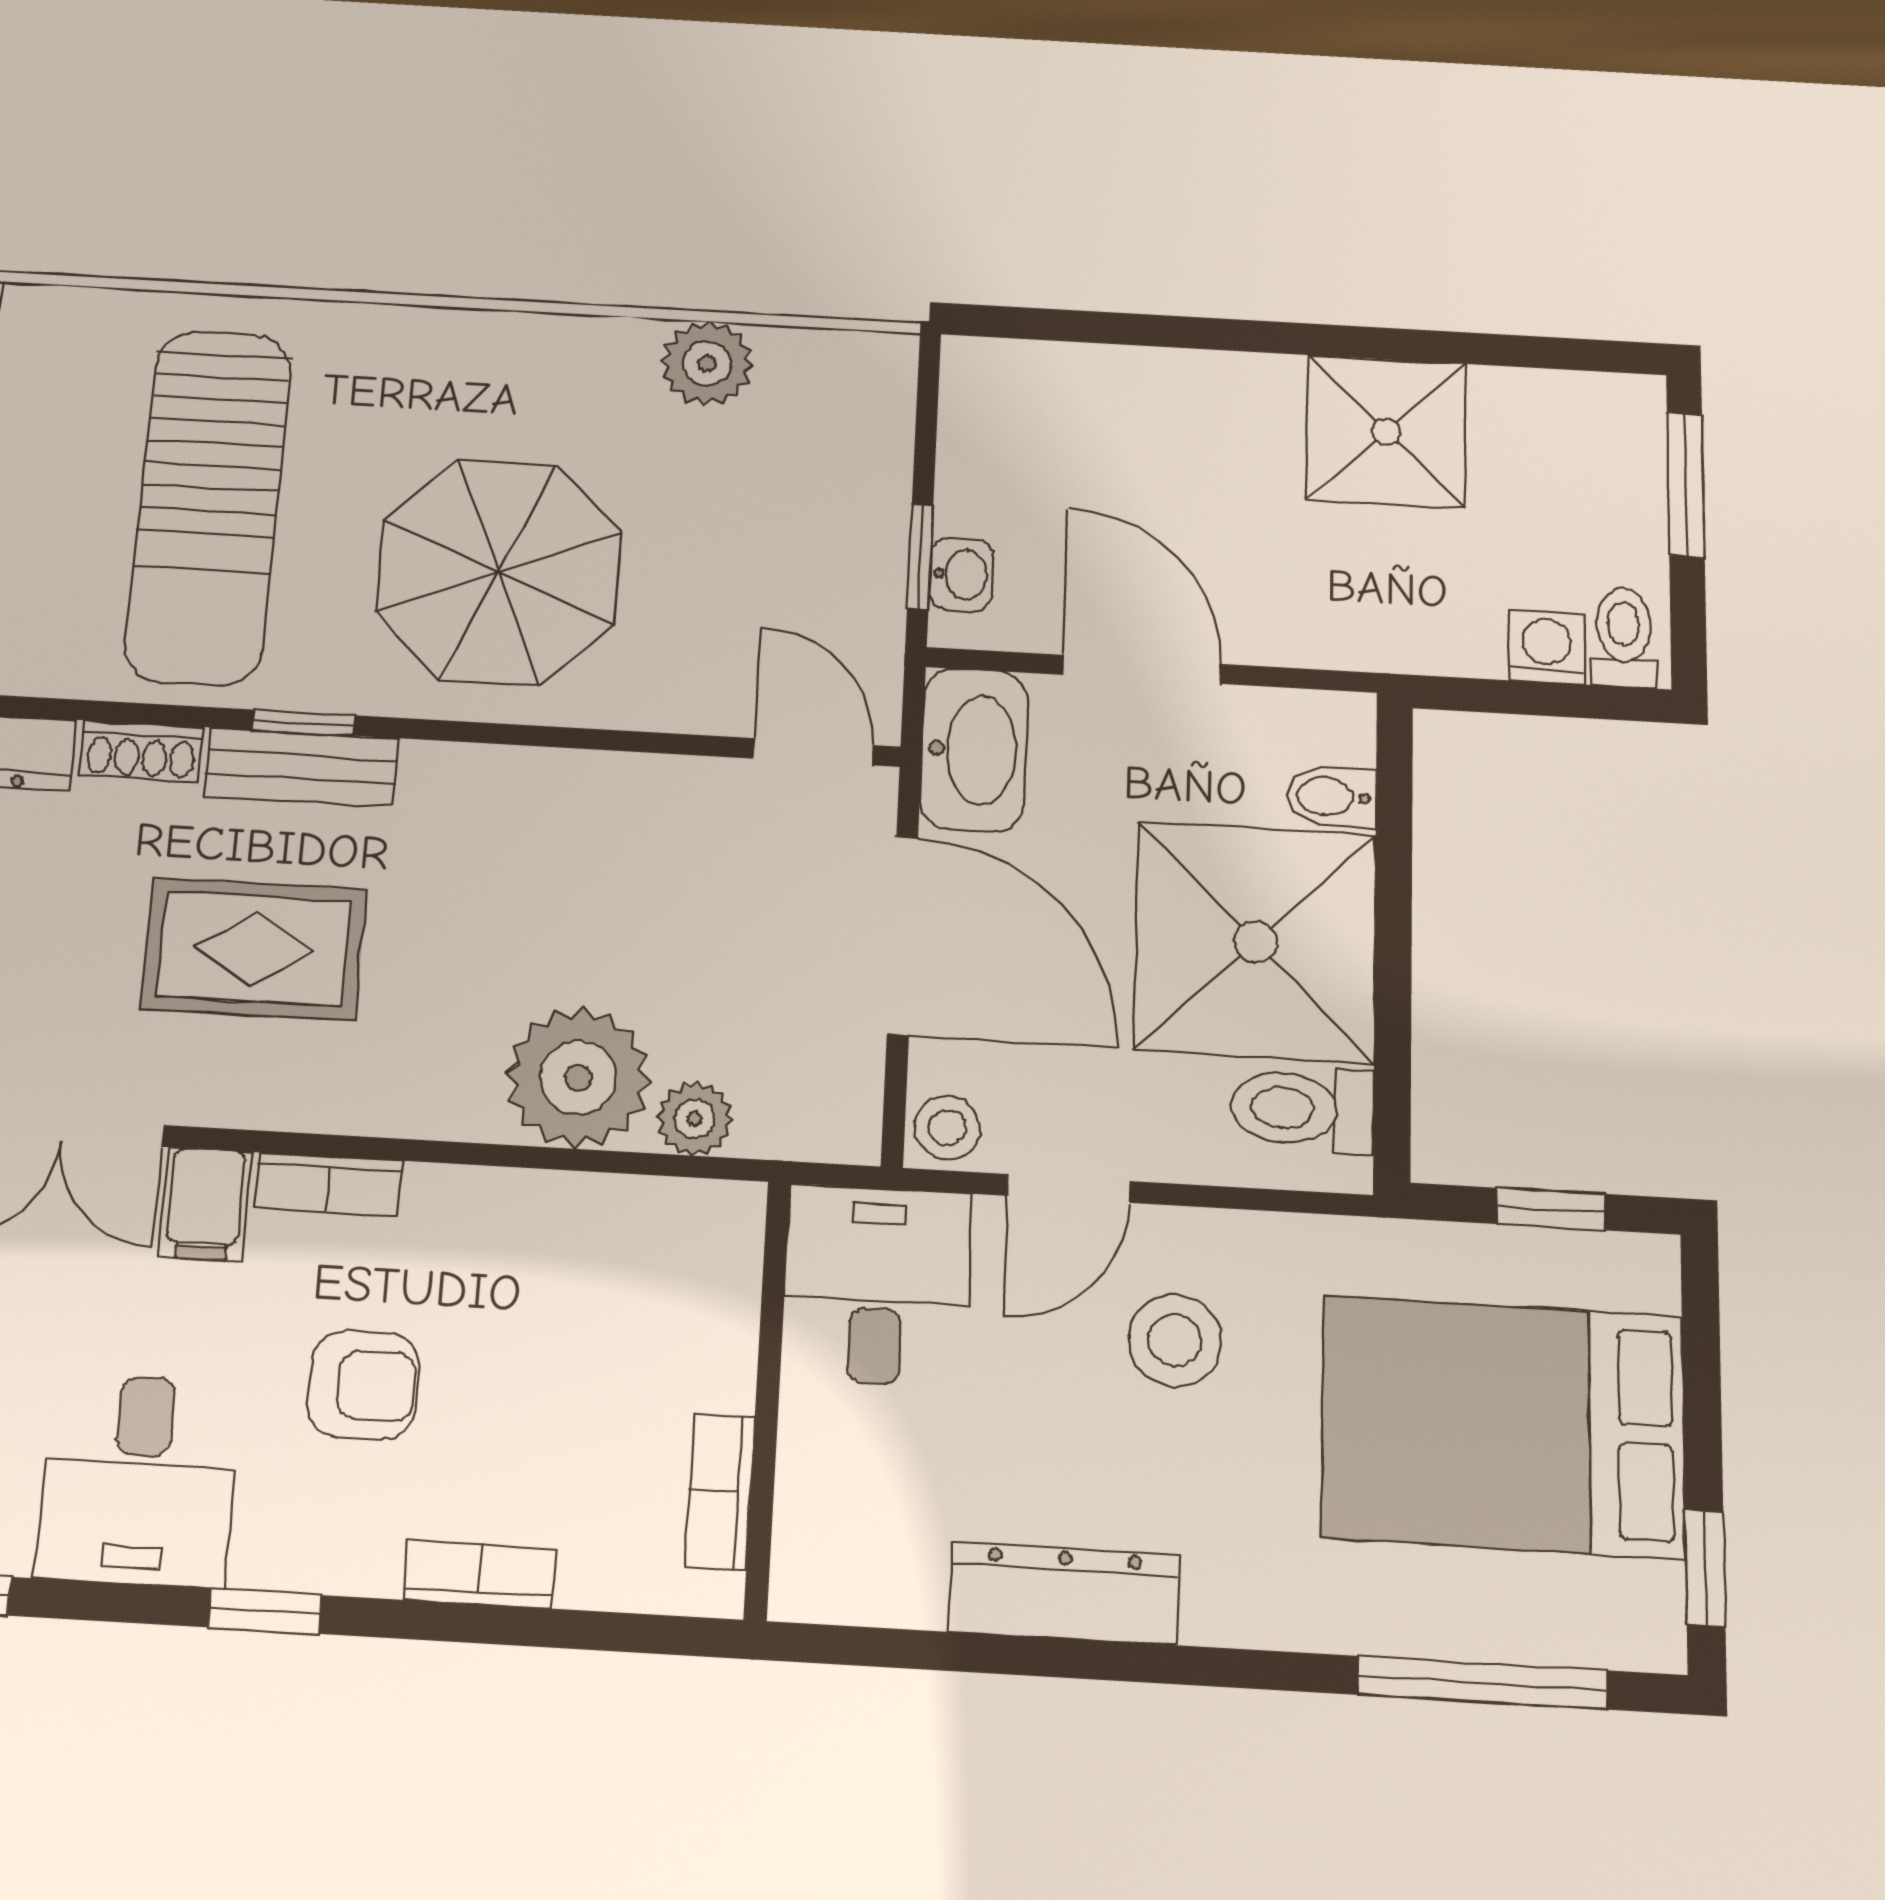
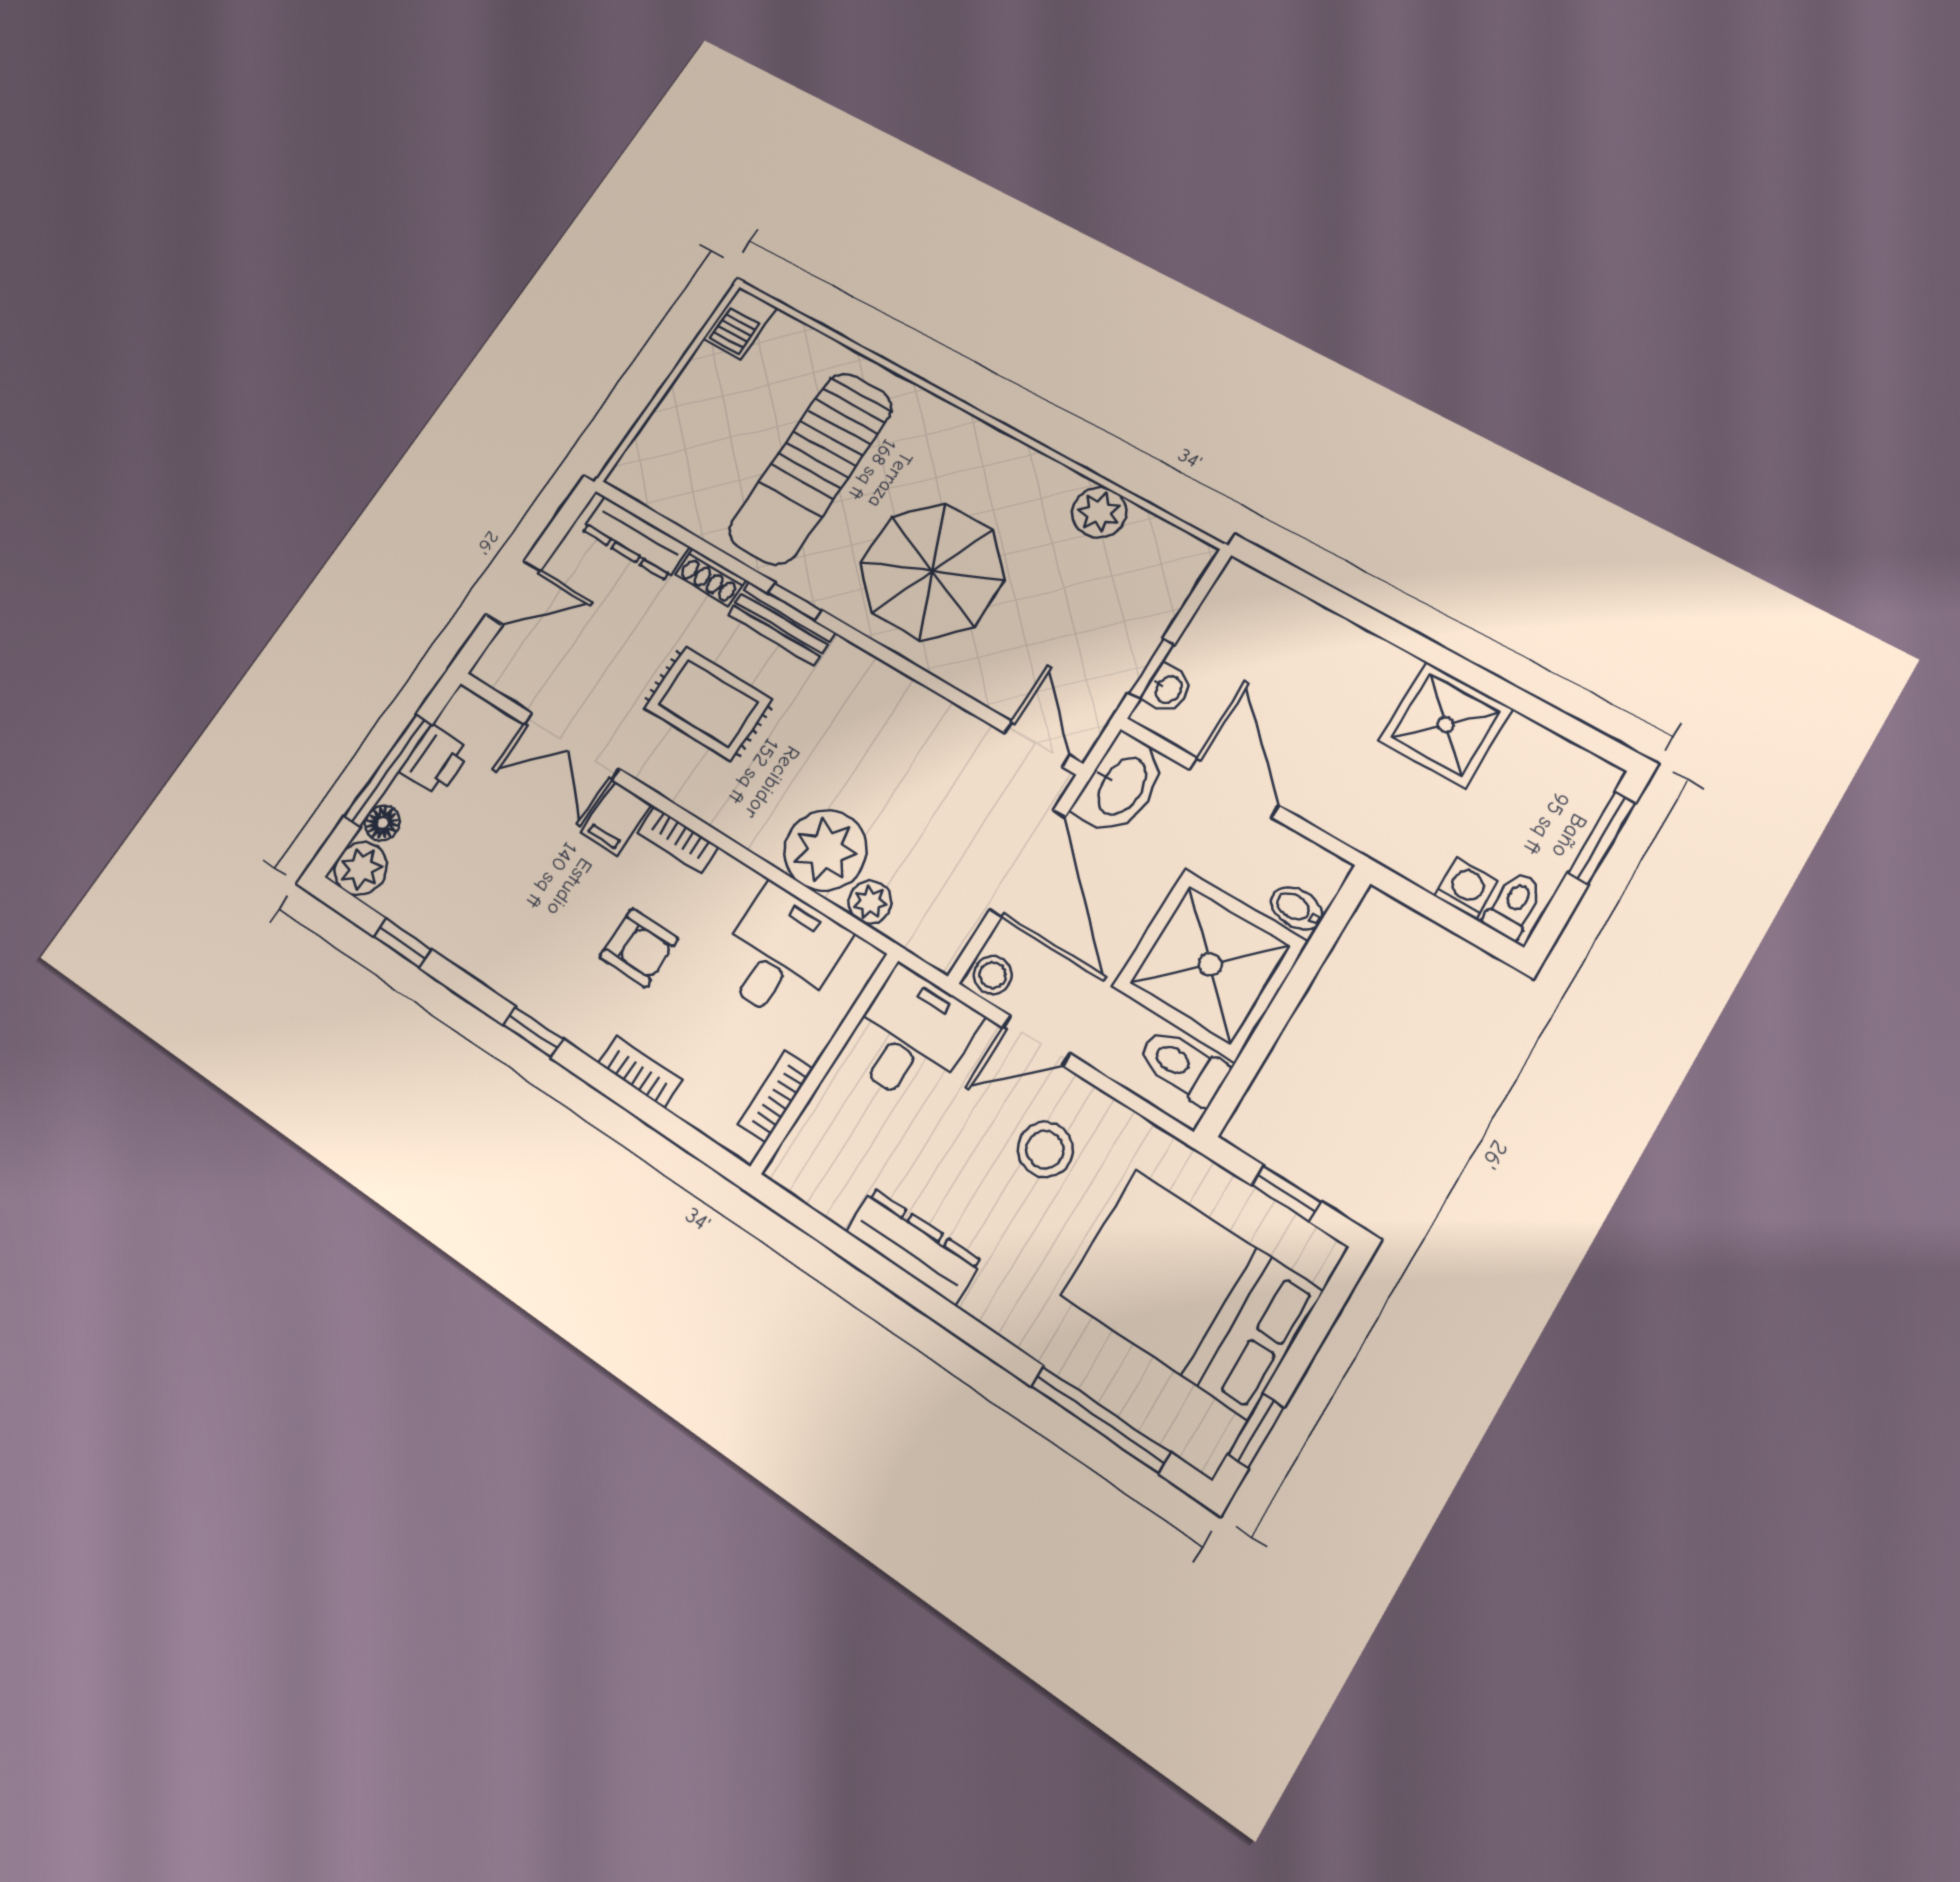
desk: (139, 1480) -> (781, 954), moved, turned 180

